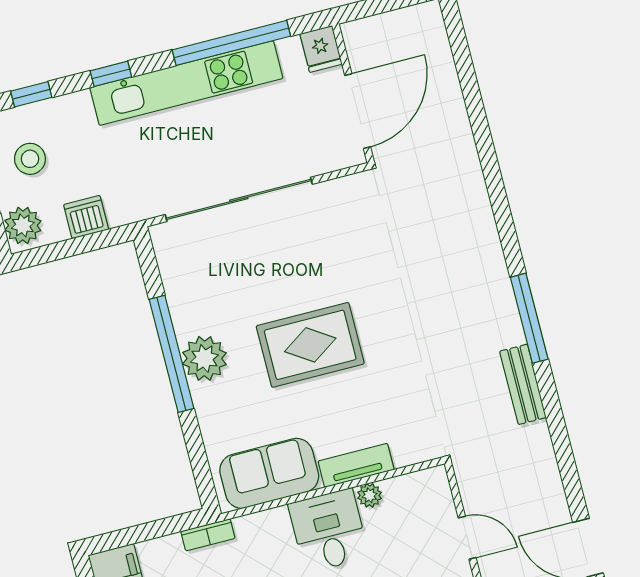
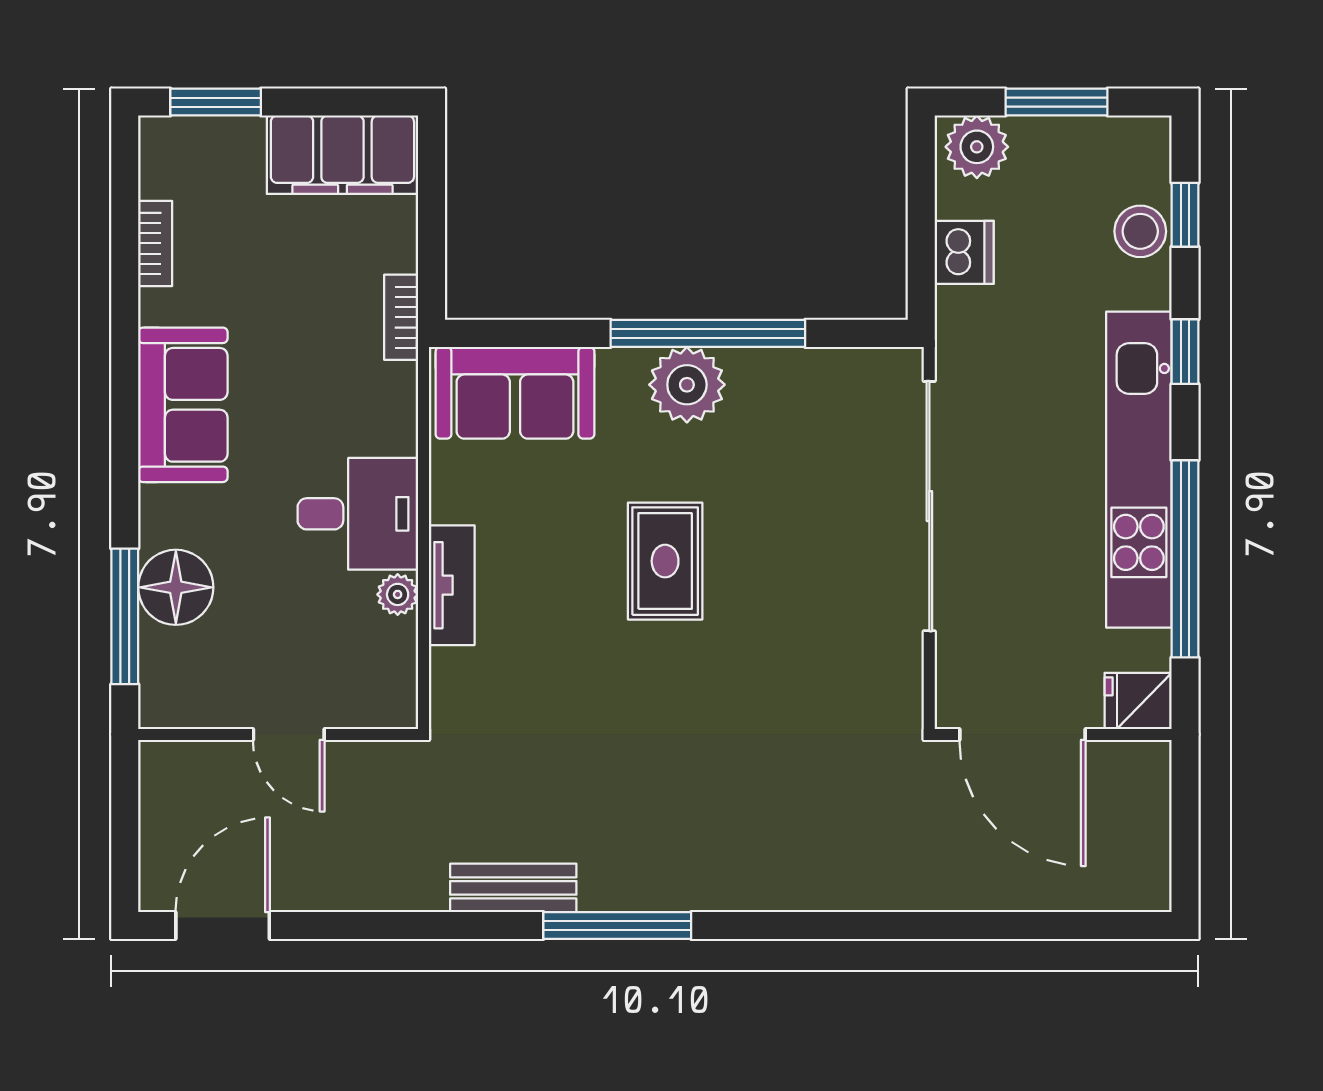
stool: (30, 159) -> (1140, 231), moved
rug: (310, 345) -> (665, 561), width x0.73, depth x0.70
sofa: (269, 473) -> (515, 393), moved, turned 90
door: (467, 538) -> (289, 734), hinge flipped

